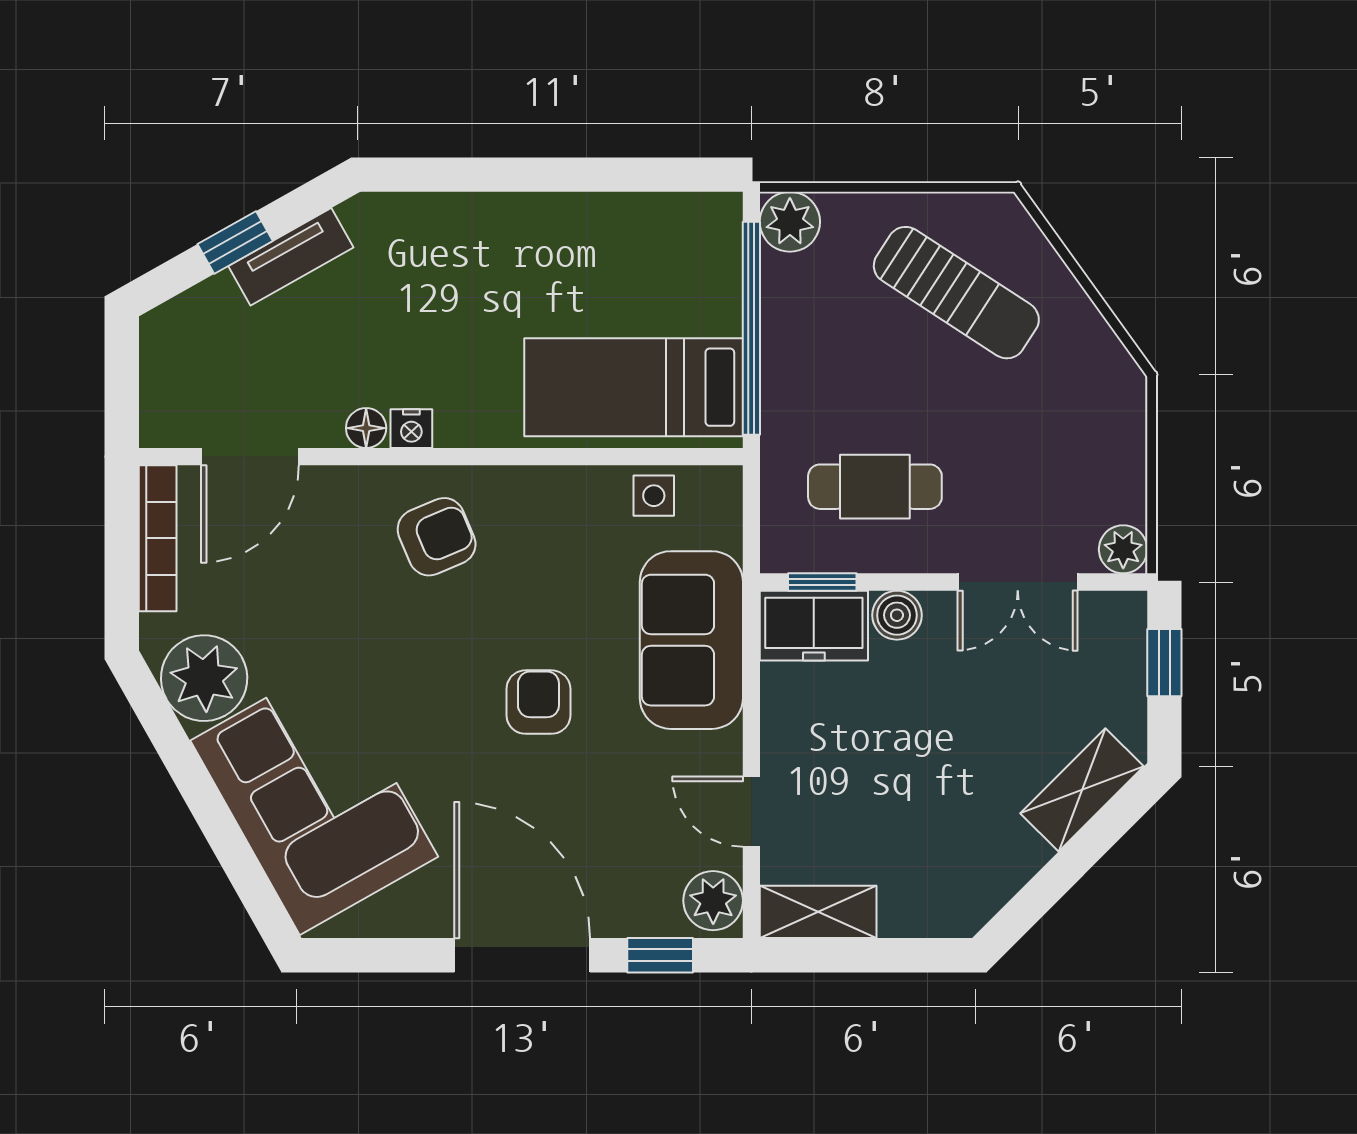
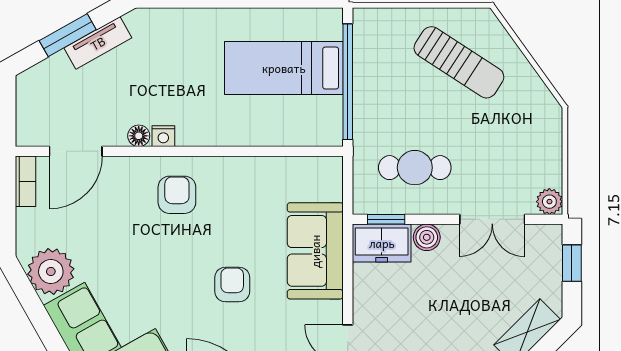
plant: (790, 222) -> (369, 24), removed
window: (235, 242) -> (68, 35), width x1.50
bed: (634, 387) -> (284, 68), moved
side table: (654, 496) -> (295, 173), removed
armchair: (437, 537) -> (177, 195), turned -67
bookcase: (158, 538) -> (26, 181), width x0.64

